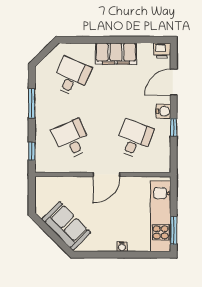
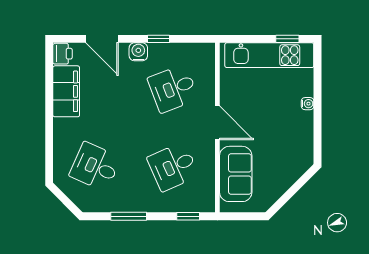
filing cabinet: (116, 53) -> (66, 91), moved
desk: (134, 139) -> (173, 89), turned -42
sofa: (66, 226) -> (236, 174), moved, turned 135
window: (174, 230) -> (287, 39), width x0.67

